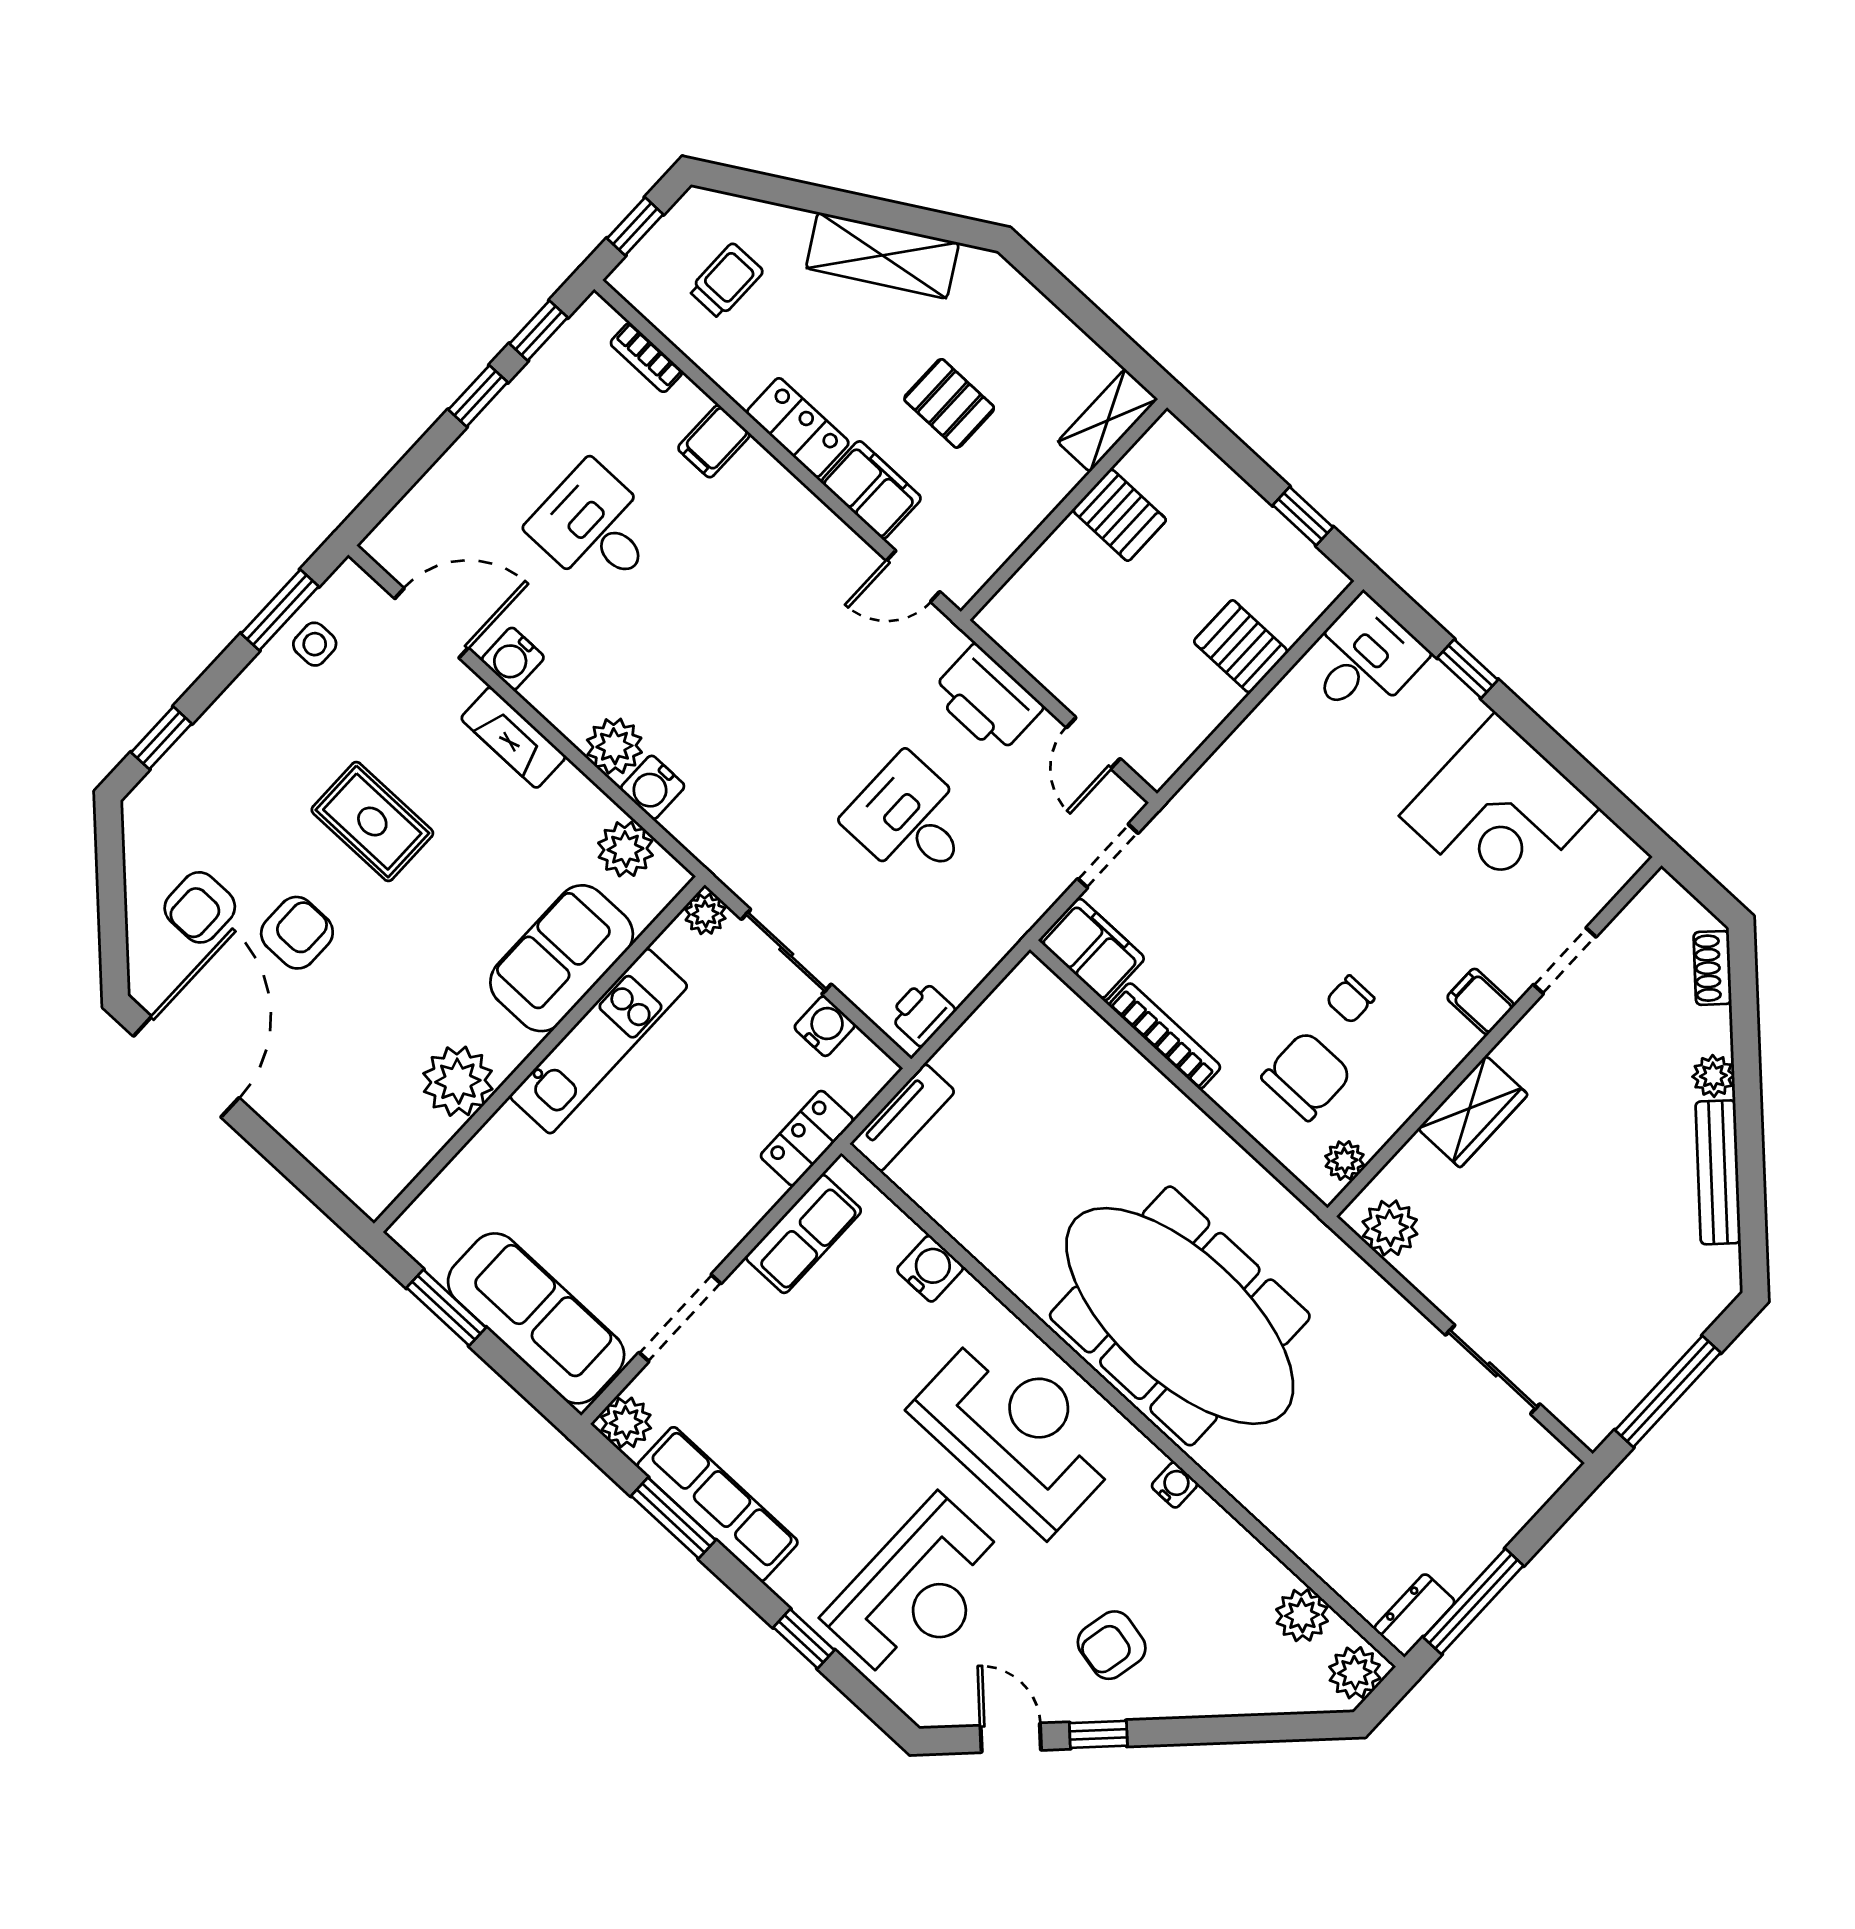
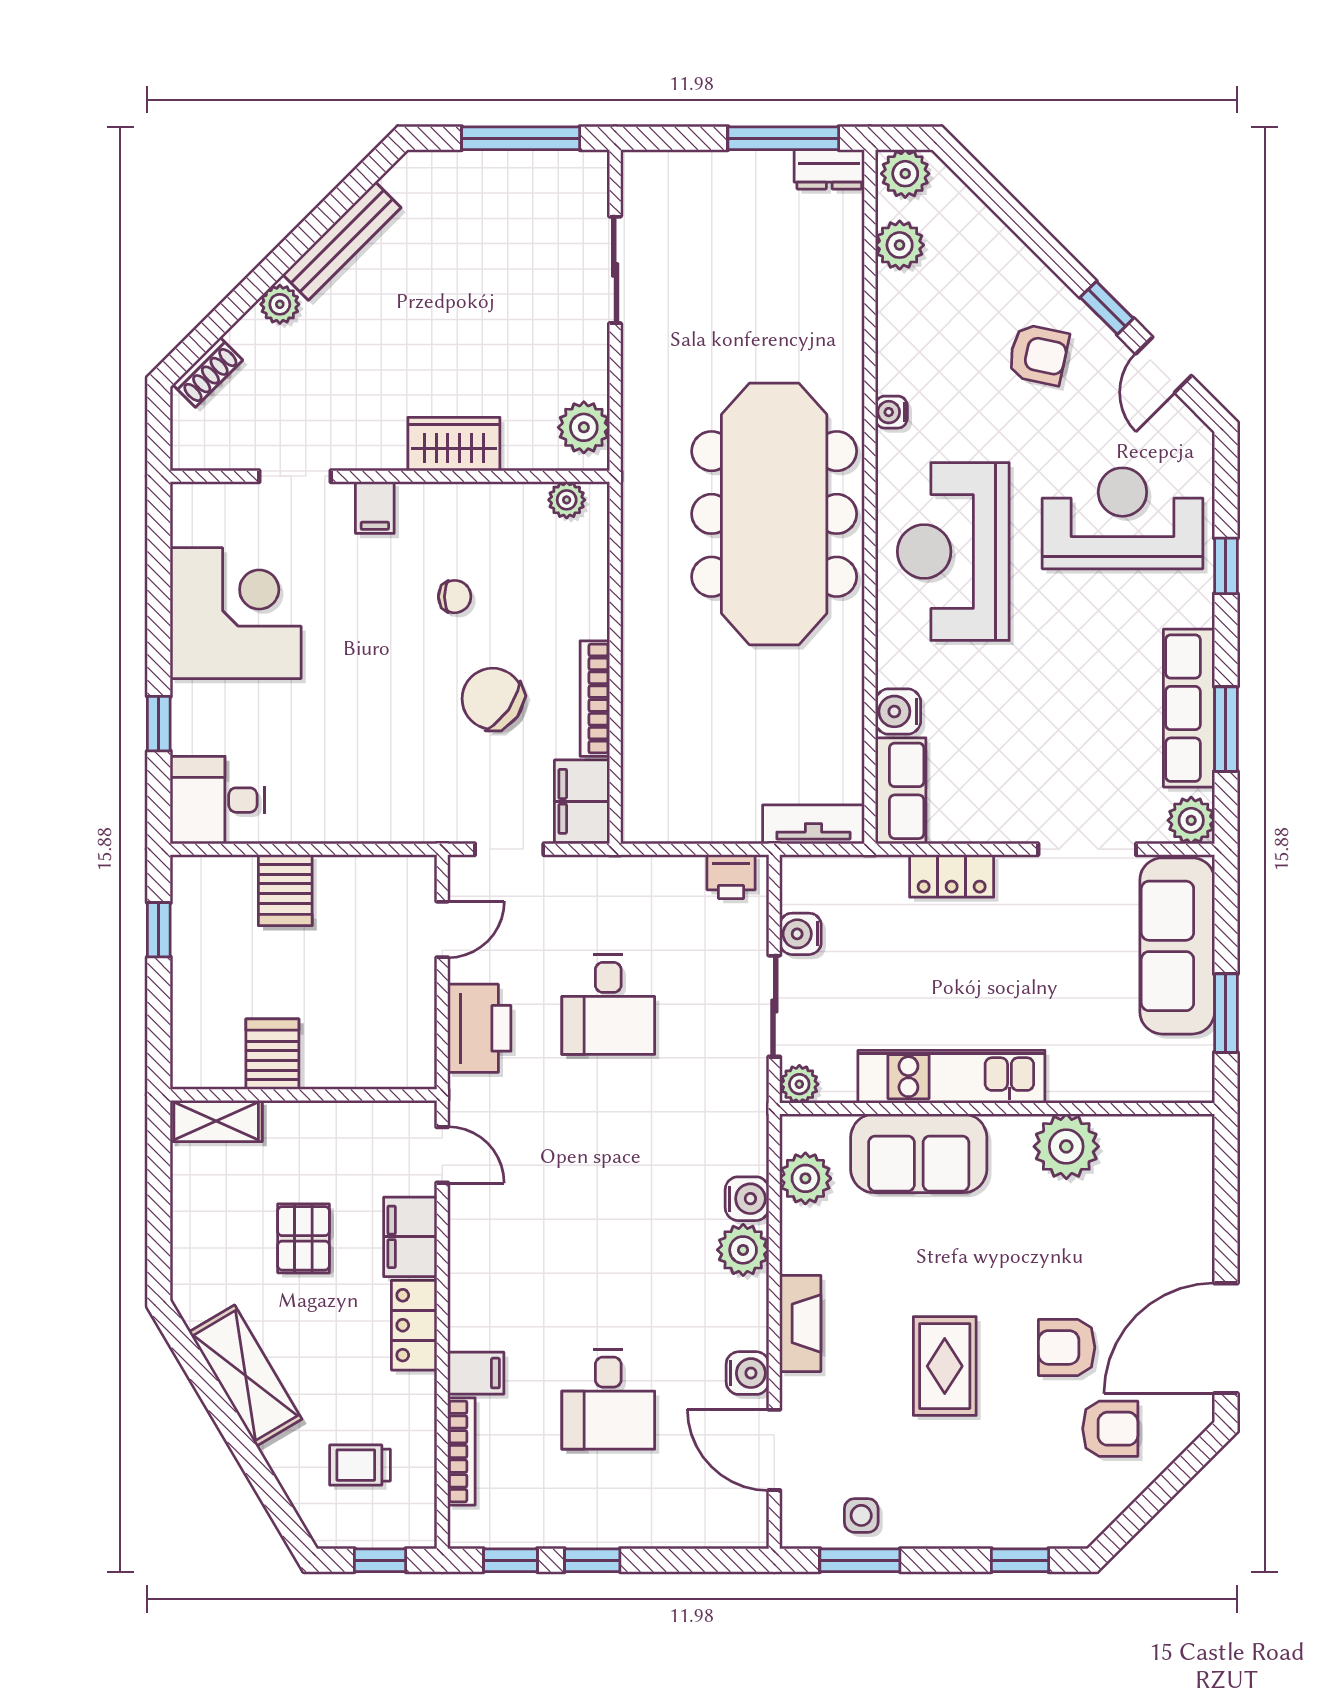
bookcase: (646, 358) -> (461, 1451), width x1.56
chair: (1307, 1076) -> (493, 699), moved, turned 35
locker: (807, 1138) -> (952, 876), moved
row of seats: (804, 1234) -> (901, 791), moved, turned 90

